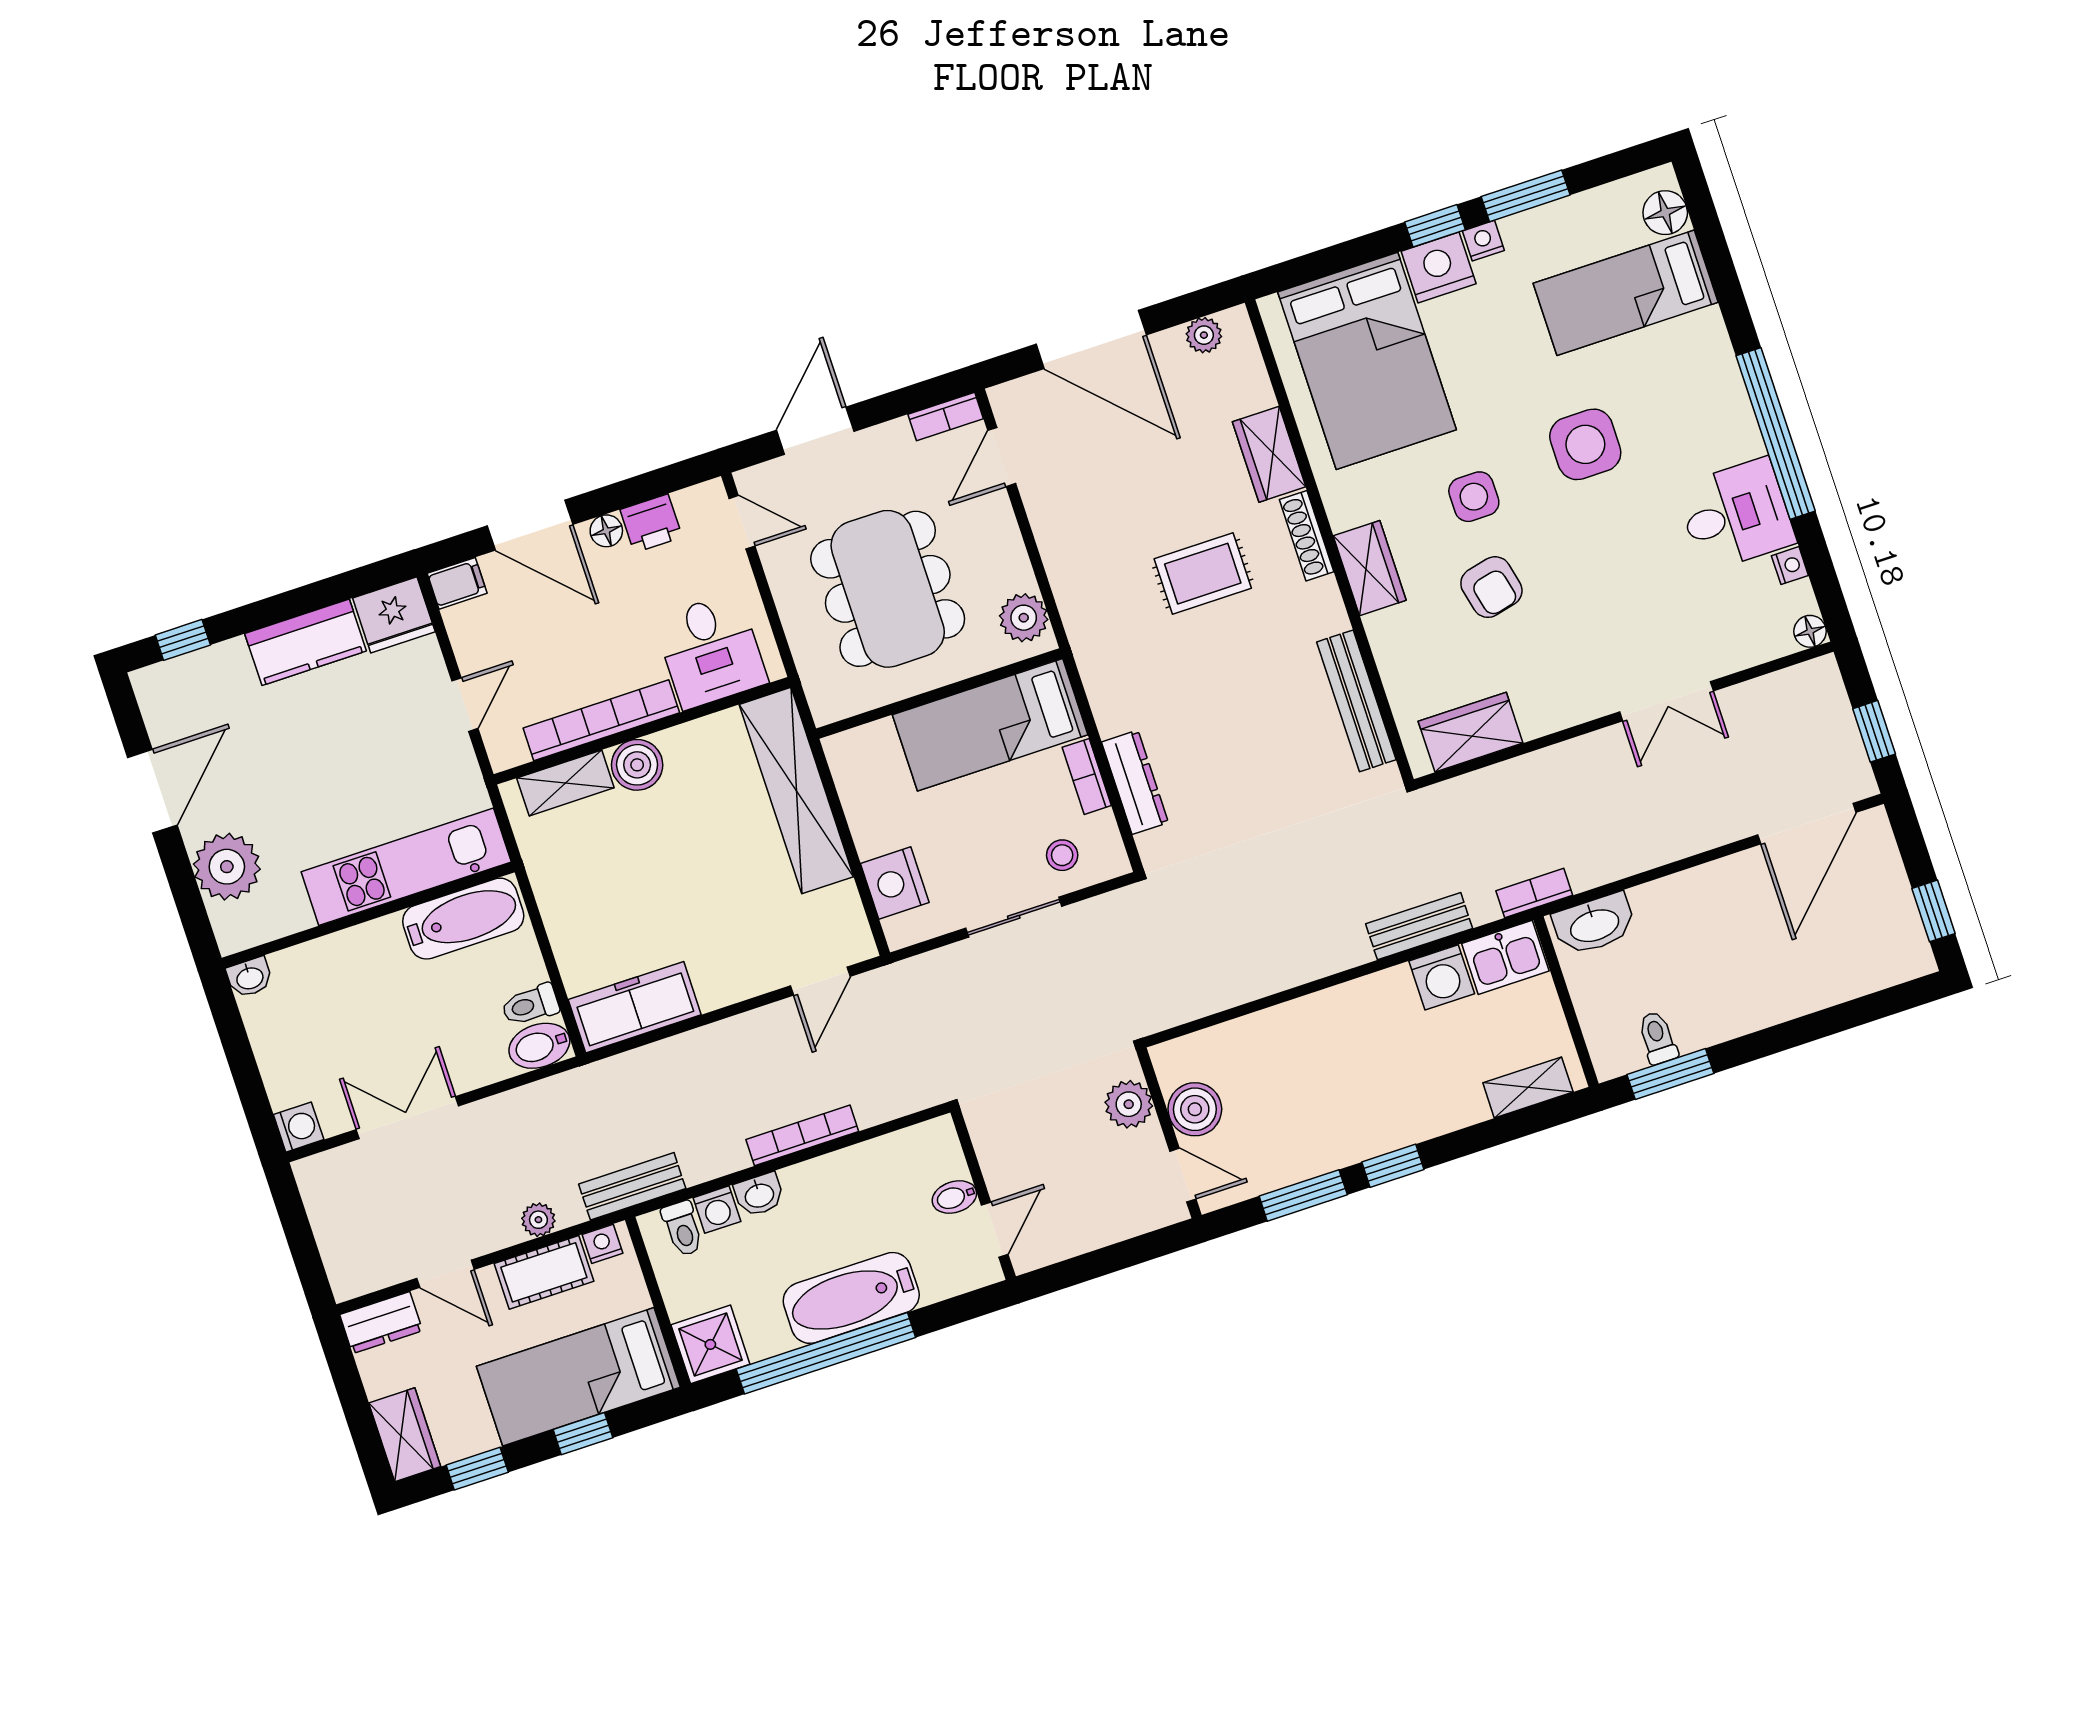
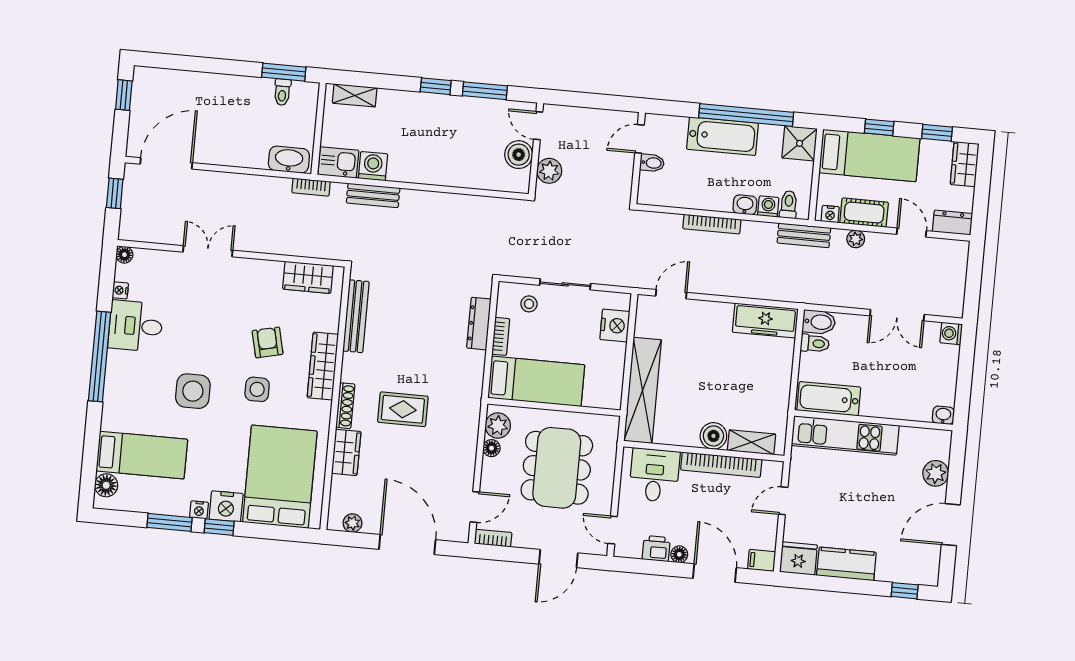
wardrobe: (1370, 568) -> (323, 366), width x1.50
floor lamp: (1017, 573) -> (492, 448), added
plant: (227, 867) -> (936, 473), width x0.73, depth x0.73

